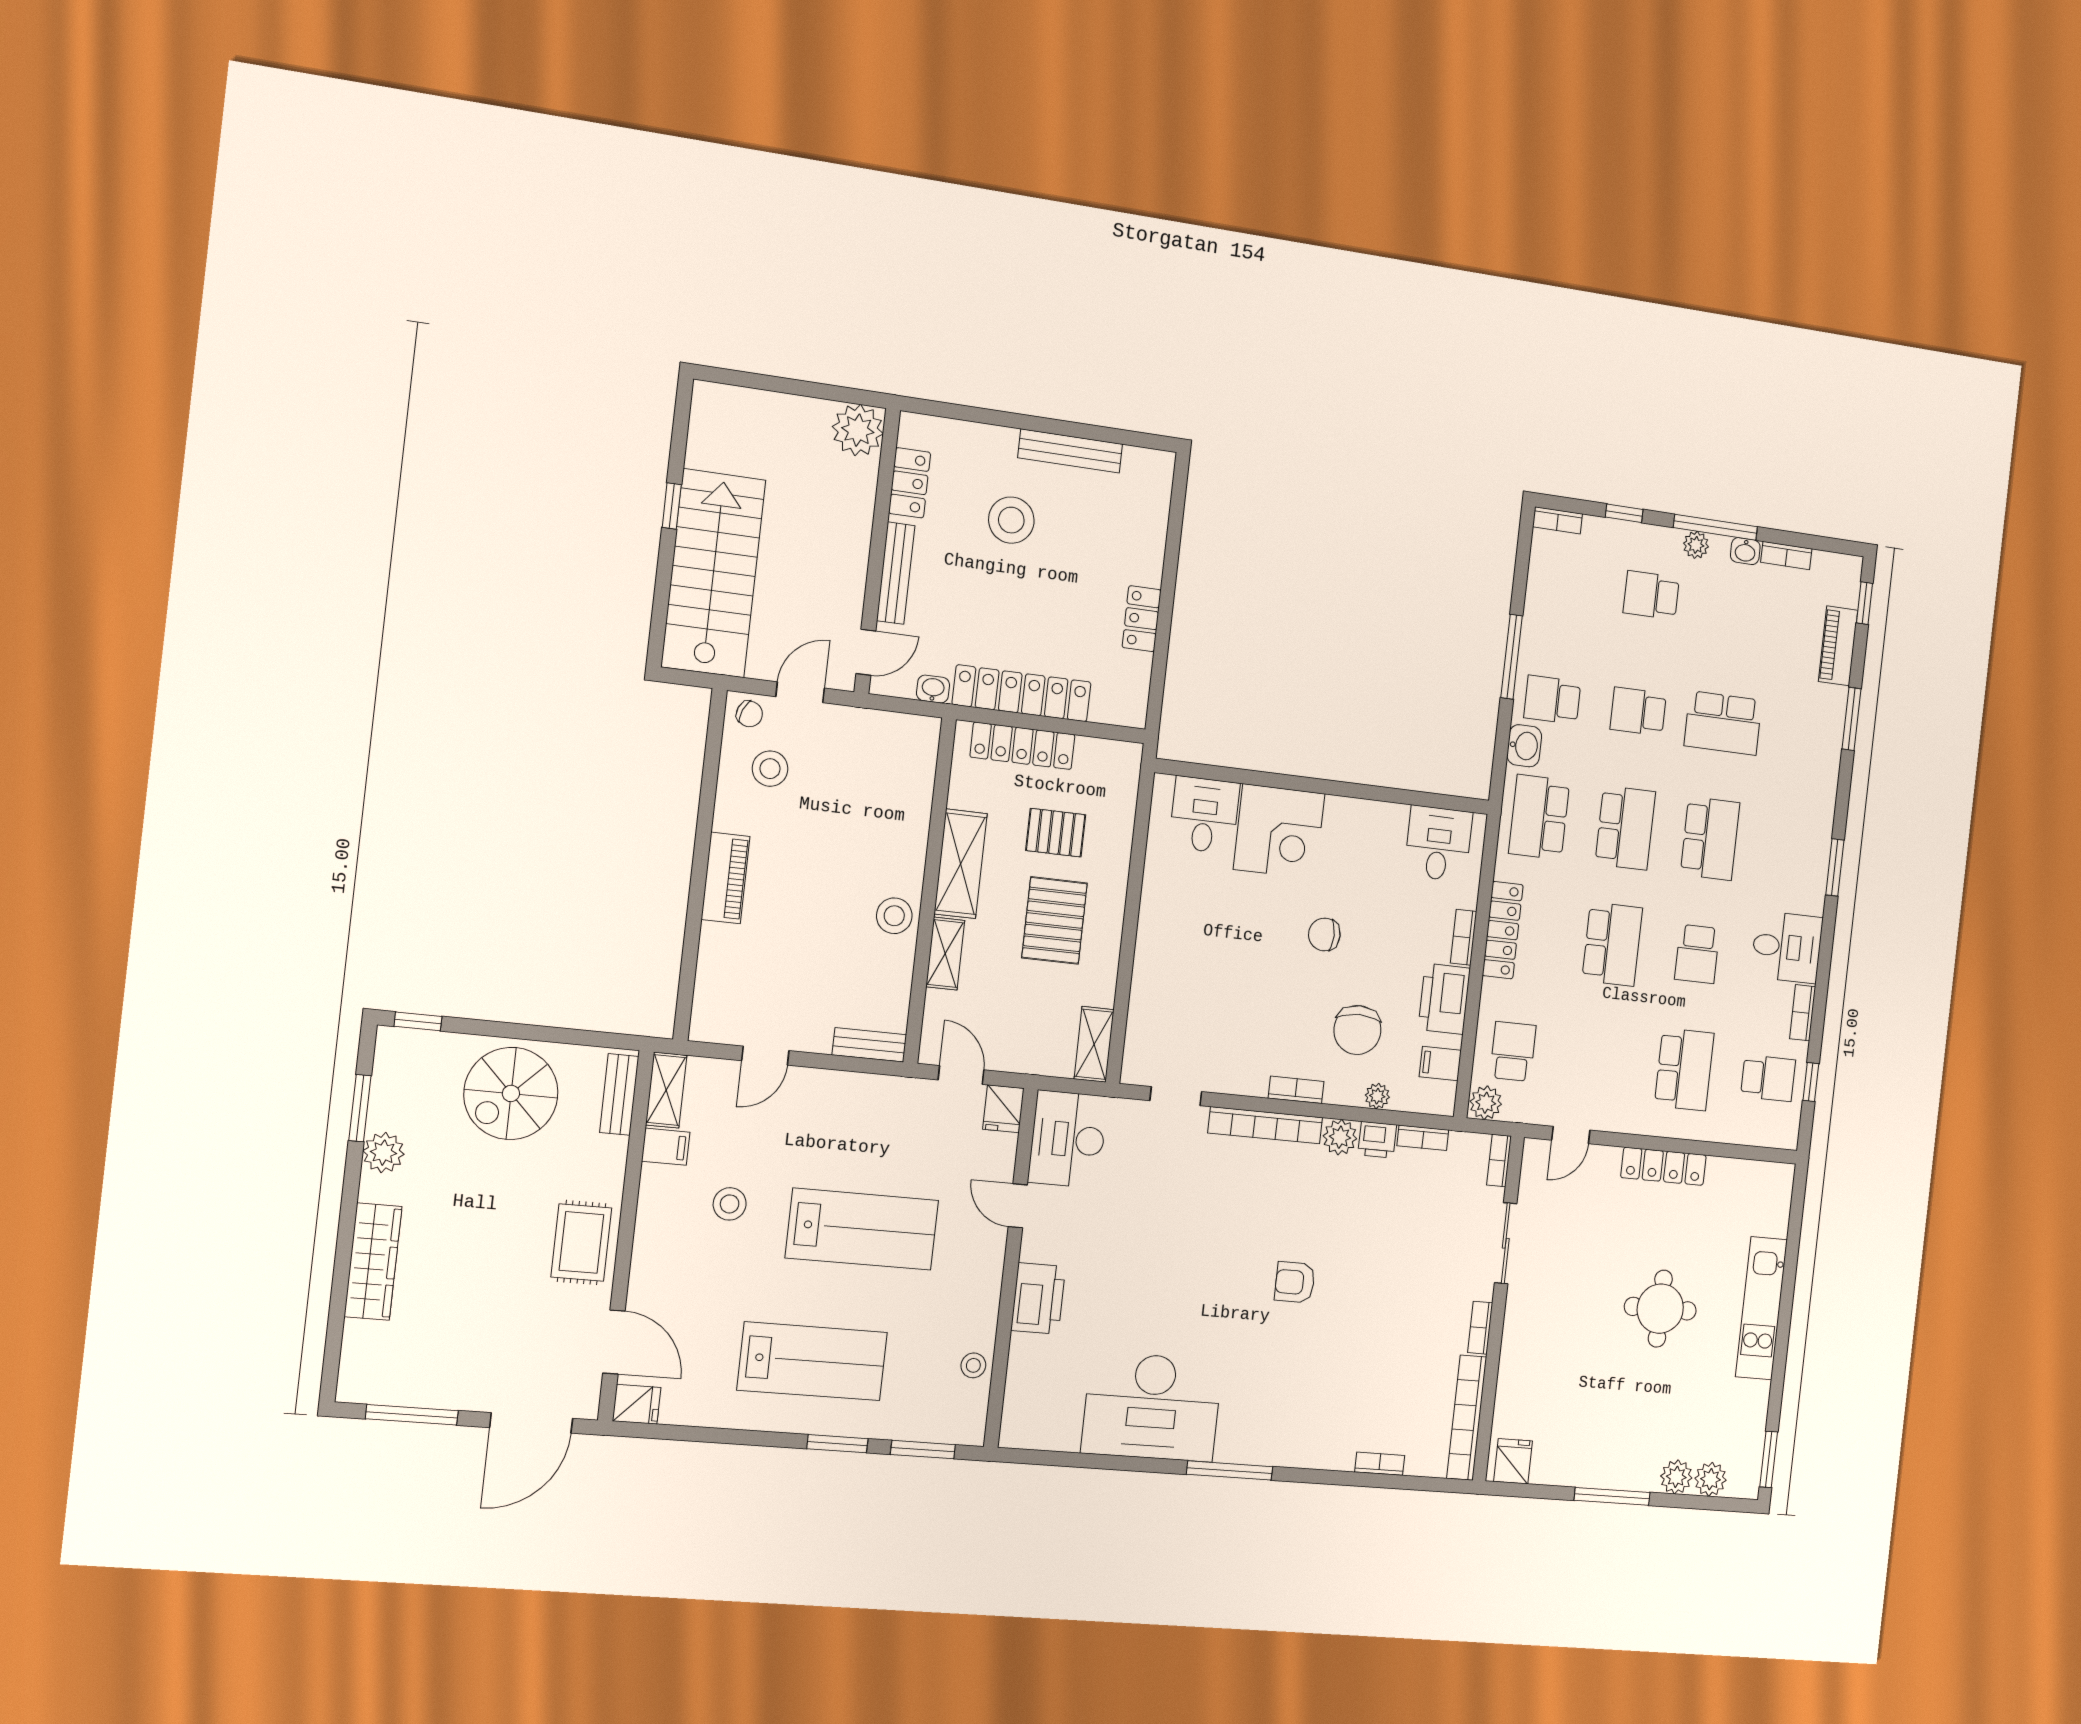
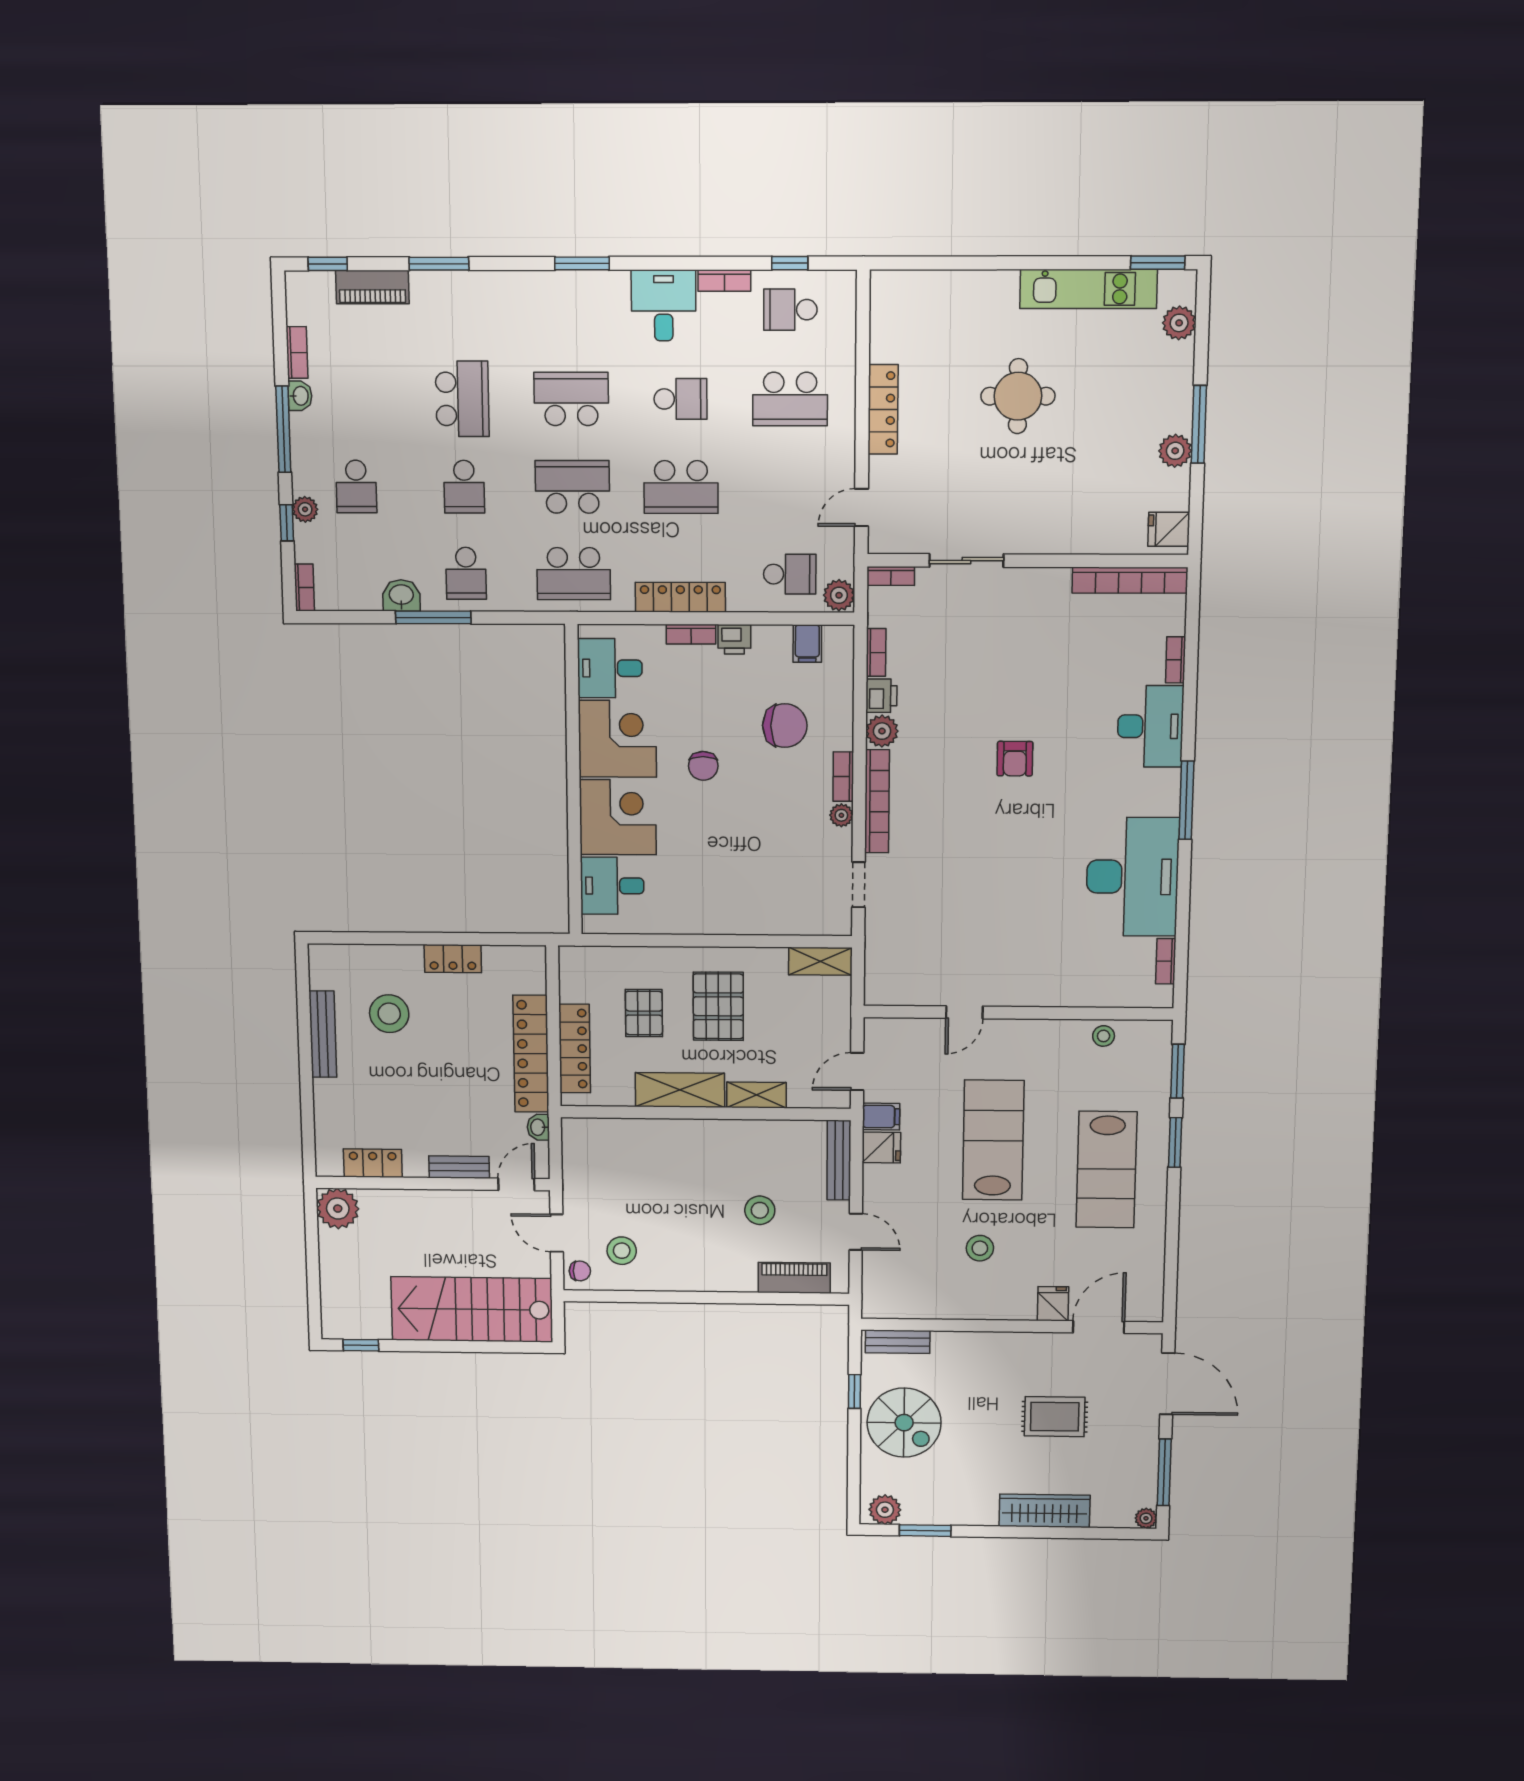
window: (672, 506) -> (361, 1345), moved
stool: (1011, 520) -> (389, 1014), moved
plant: (1696, 545) -> (305, 509), moved
bench: (896, 573) -> (459, 1167), width x0.73
door: (866, 652) -> (516, 1184), hinge flipped
chair: (749, 714) -> (580, 1271), turned 67
washbasin: (1524, 746) -> (401, 595), moved
corner desk: (1363, 842) -> (617, 739), added
piano: (725, 878) -> (794, 1278), moved
stool: (894, 916) -> (760, 1210), moved
pallet: (1055, 920) -> (718, 1006), turned 90
school desk: (1612, 944) -> (681, 487), turned 180
printer: (1444, 999) -> (734, 639), width x0.53, depth x0.68
window: (418, 1021) -> (855, 1391), moved
bench: (869, 1045) -> (839, 1160), width x1.36
school desk: (1513, 1051) -> (790, 574), turned 180
school desk: (1684, 1069) -> (790, 399), turned 180
school desk: (1768, 1078) -> (790, 310), turned -90
shelving: (666, 1090) -> (891, 1306), removed
plant: (1377, 1096) -> (841, 815), moved
fridge: (1003, 1109) -> (881, 1147), moved
door: (1571, 1135) -> (862, 507), swing flipped
desk: (1068, 1139) -> (1150, 726), moved, turned -90
filing cabinet: (666, 1147) -> (881, 1117), moved, turned 90
plant: (383, 1153) -> (885, 1510), moved
rug: (581, 1242) -> (1055, 1417), moved
printer: (1038, 1298) -> (1043, 987), removed
kitchen unit: (1761, 1308) -> (1088, 289), moved
bookcase: (1480, 1328) -> (1166, 961), moved, turned 90
lab bench: (812, 1361) -> (1106, 1170), turned 180
plant: (350, 1389) -> (1146, 1518), added
fridge: (637, 1404) -> (1053, 1304), moved
plant: (1676, 1477) -> (1175, 451), moved

